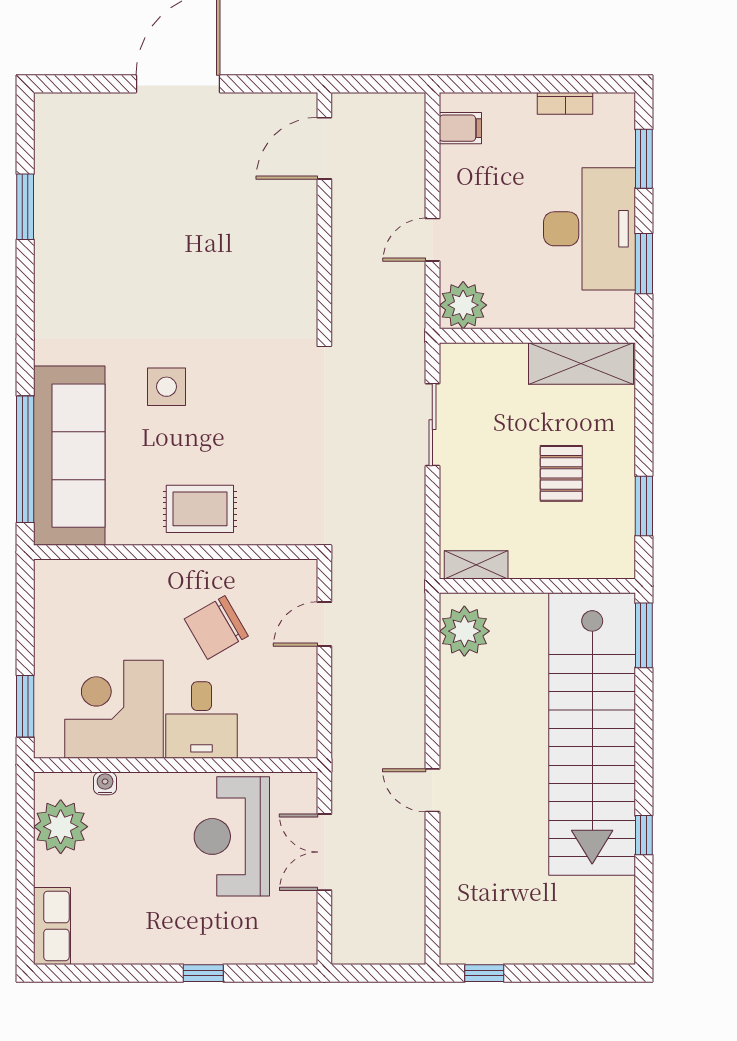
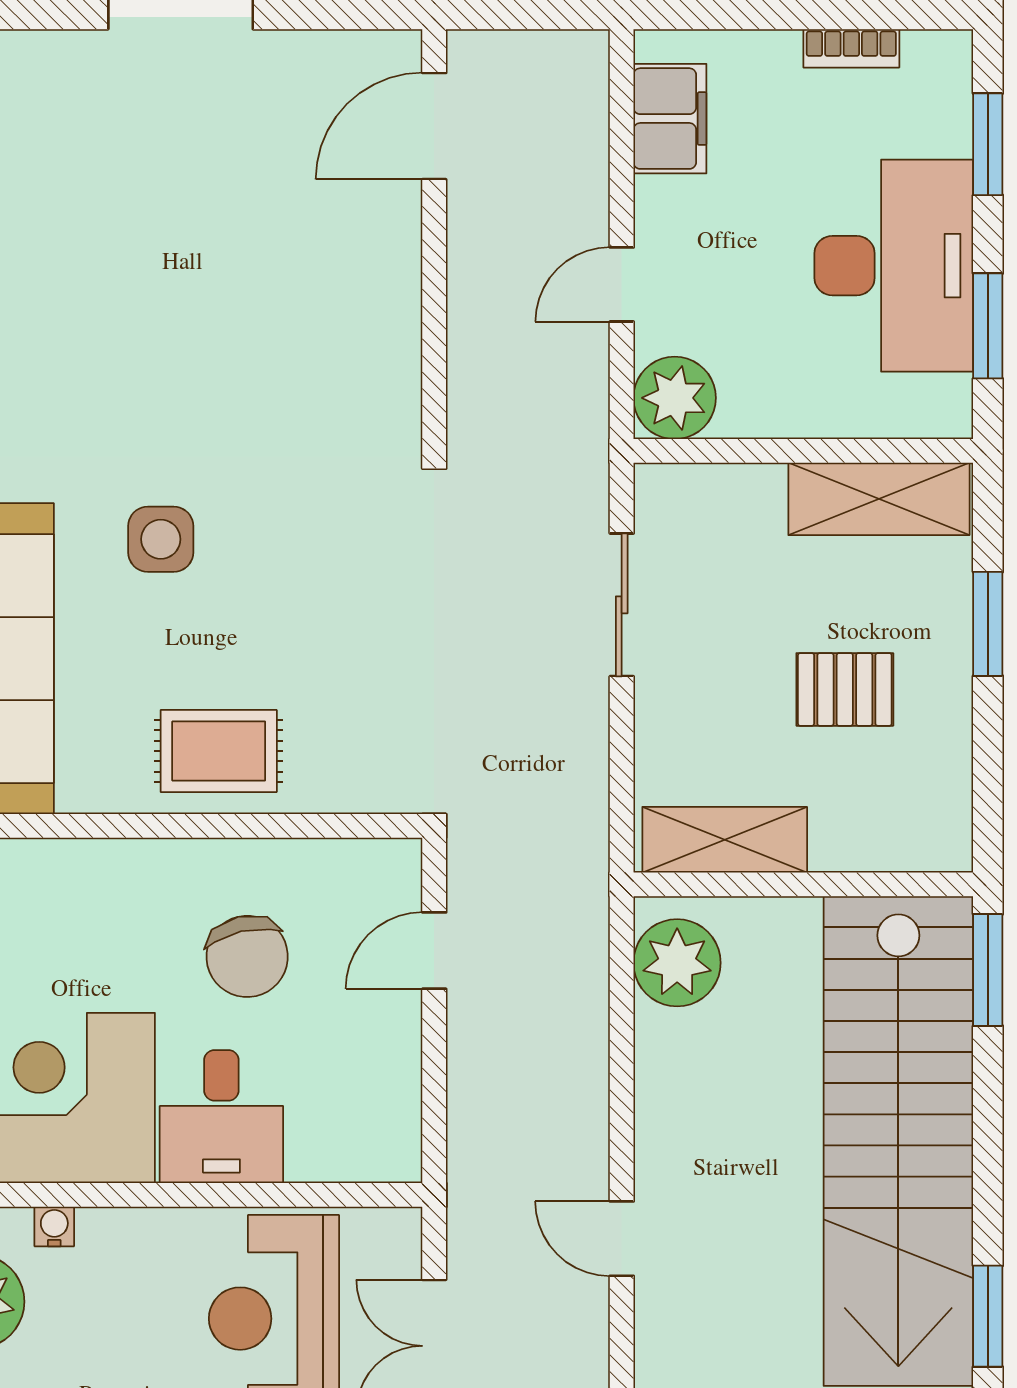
filing cabinet: (460, 128) -> (670, 119), width x2.00
pallet: (561, 473) -> (845, 689), turned 90
window: (644, 506) -> (988, 624), moved
shelving: (476, 565) -> (725, 840), width x1.50, depth x1.33
chair: (216, 627) -> (247, 956), turned -73
window: (644, 835) -> (988, 1316), width x1.50

